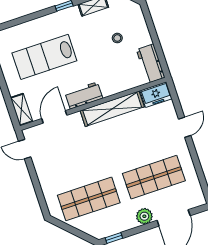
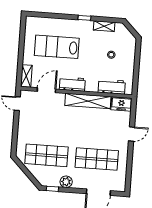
workbench: (151, 64) -> (112, 87), moved, turned 90
plant: (144, 216) -> (66, 182), moved

